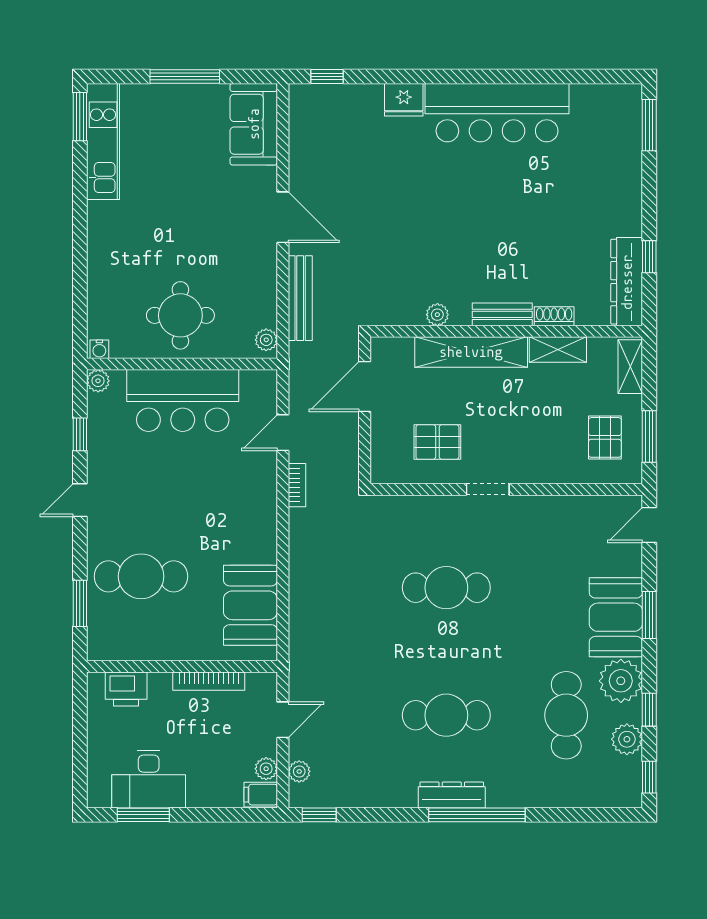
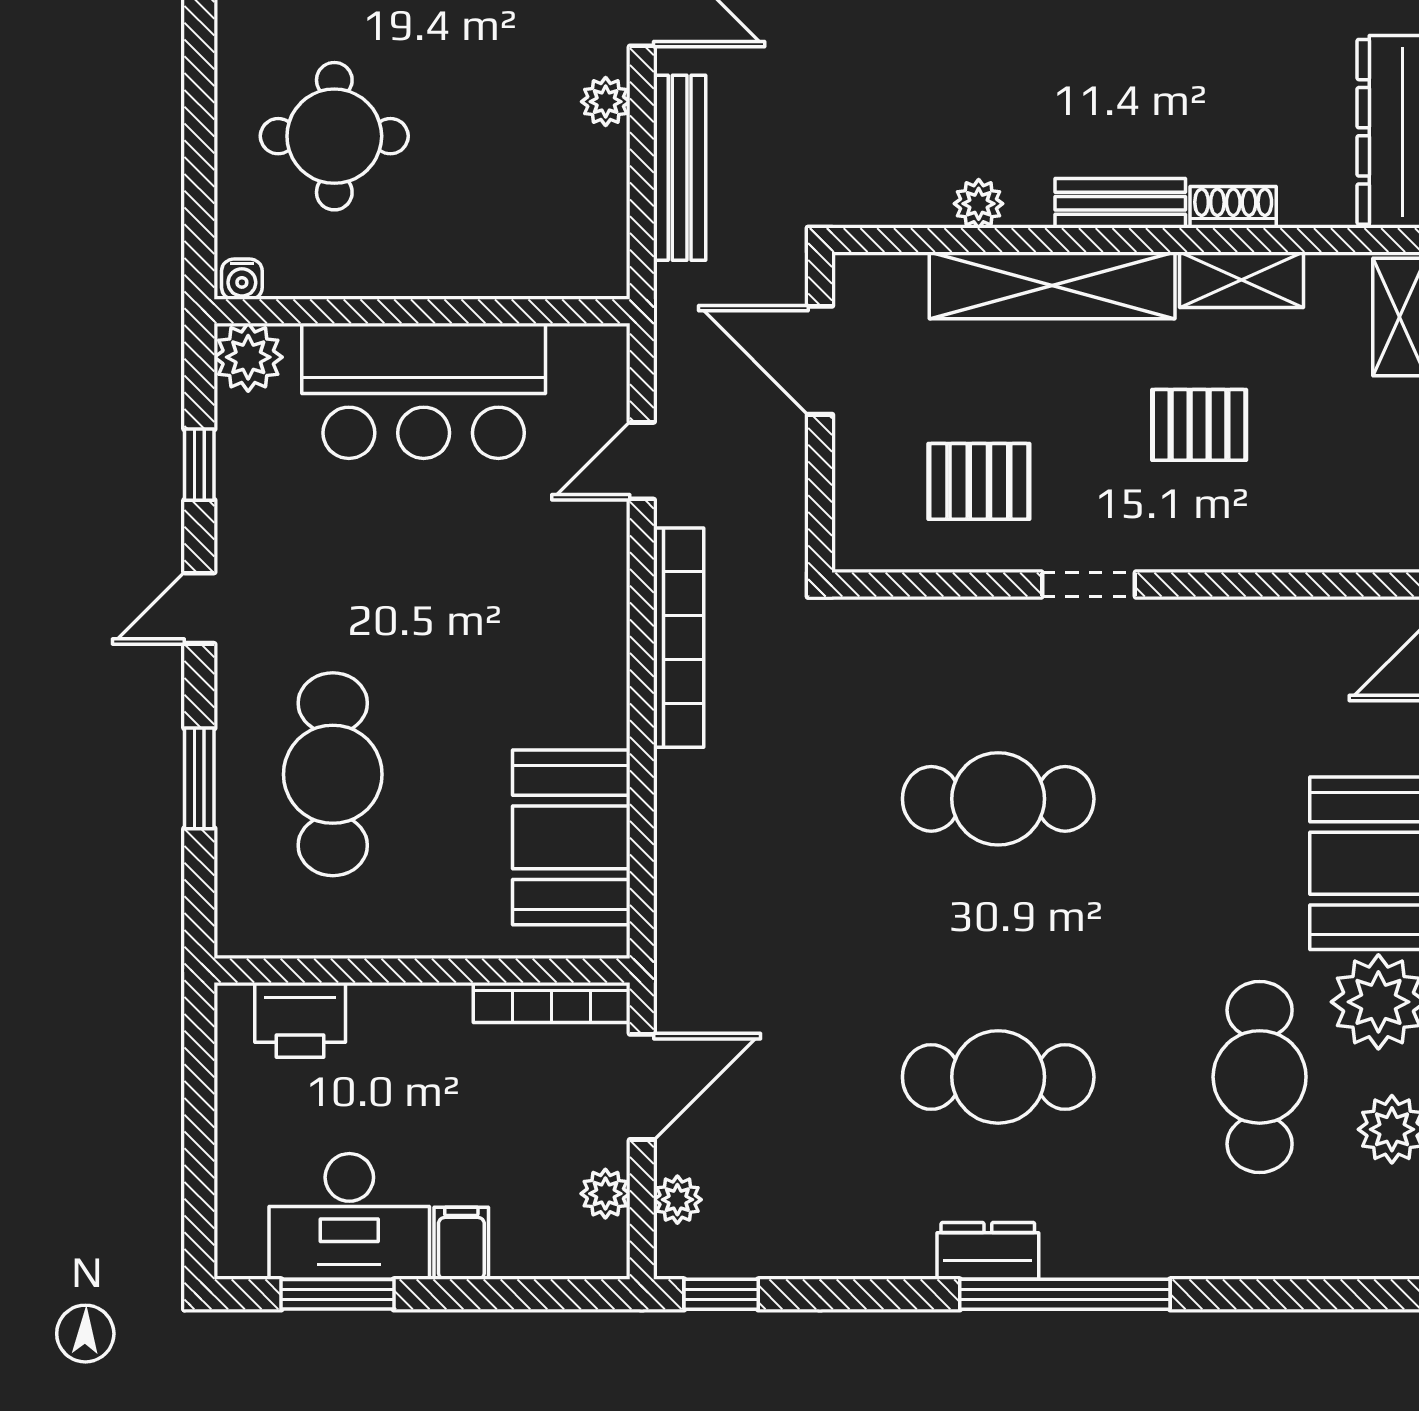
round table: (180, 315) -> (334, 136), moved
plant: (266, 340) -> (606, 102), moved
plant: (98, 381) -> (248, 357), width x1.38, depth x1.38
door: (365, 386) -> (820, 360), hinge flipped
pallet: (605, 437) -> (1199, 425), moved, turned 90
bookcase: (297, 485) -> (679, 638), width x2.31, depth x1.31
cafe table: (141, 576) -> (333, 774), turned 90
window: (80, 603) -> (199, 778), moved
bookcase: (209, 681) -> (552, 1002), moved
door: (283, 720) -> (642, 1087), width x1.38
filing cabinet: (261, 795) -> (461, 1243), moved, turned 90
dresser: (452, 795) -> (988, 1251), width x0.70

